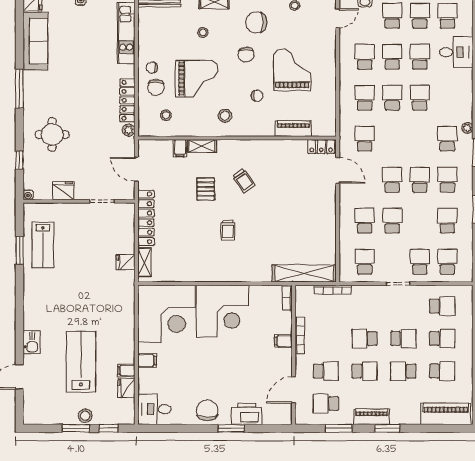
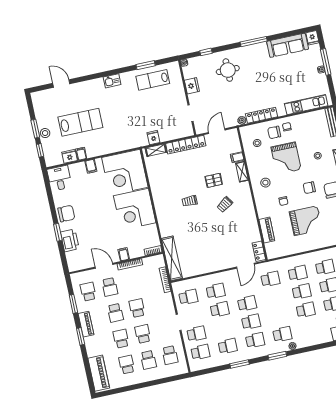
school desk: (403, 339) -> (143, 334), turned 180
kitchen sink: (31, 342) -> (112, 81), moved
school desk: (442, 371) -> (127, 365), turned 180
door: (294, 390) -> (104, 266), moved

